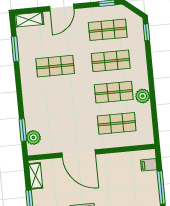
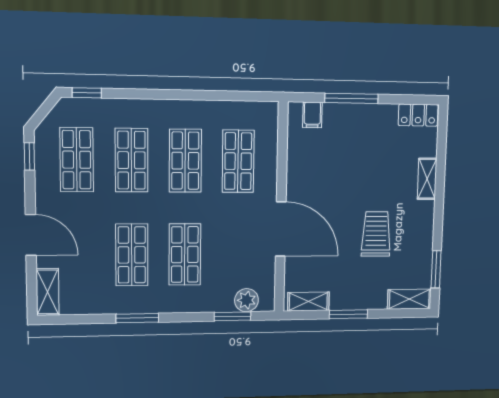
window: (15, 49) -> (137, 318), moved
plant: (143, 96) -> (197, 112), removed
shop shelf: (58, 97) -> (185, 254), added
door: (79, 154) -> (281, 229), hinge flipped

